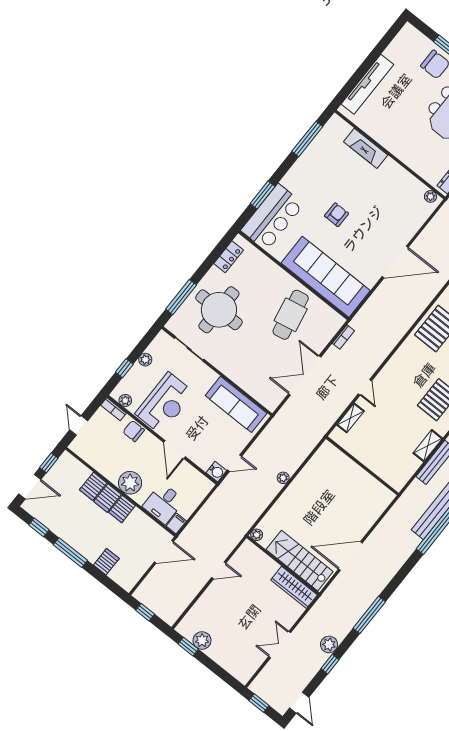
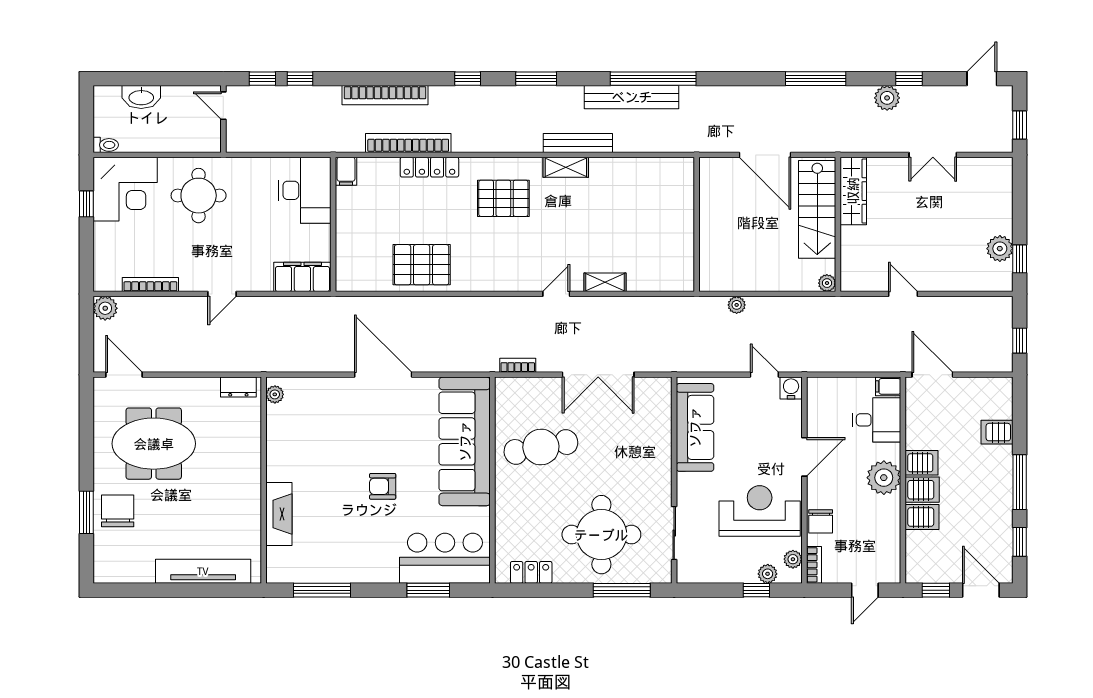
plant: (145, 360) -> (768, 574), moved
wall: (362, 466) -> (697, 224), moved

